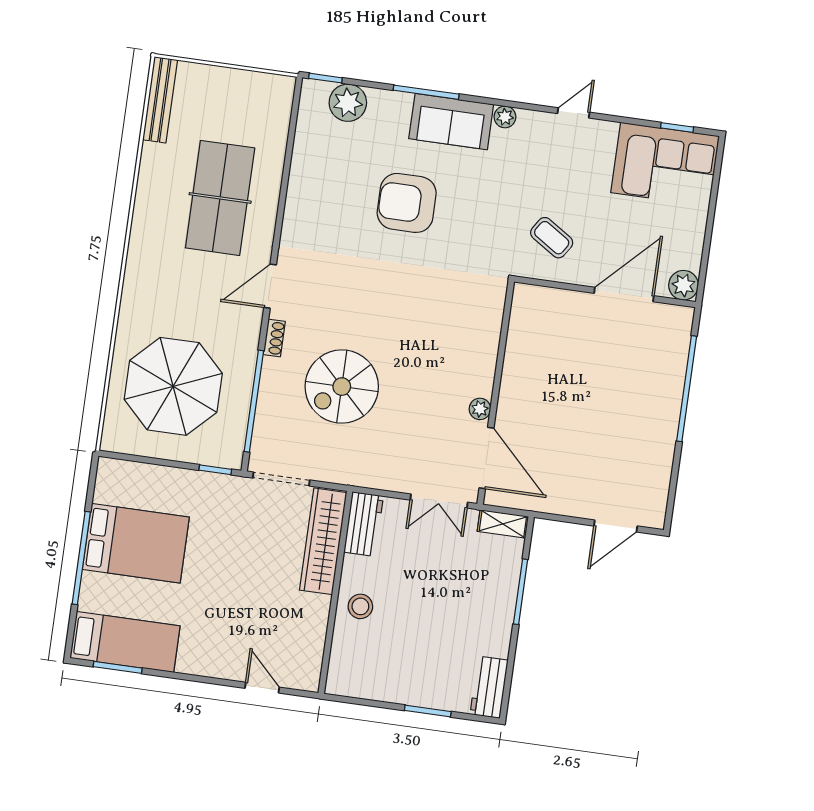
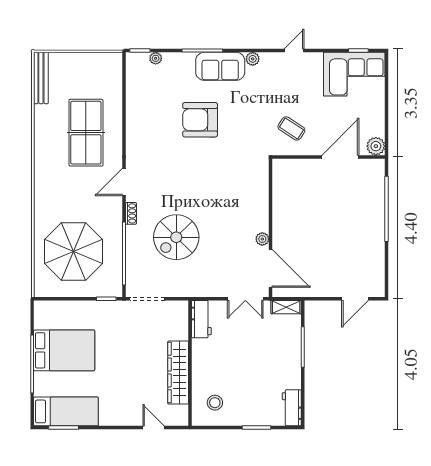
plant: (348, 103) -> (156, 58), width x0.53, depth x0.53
wardrobe: (323, 541) -> (178, 372), moved
stool: (360, 606) -> (215, 403), moved

